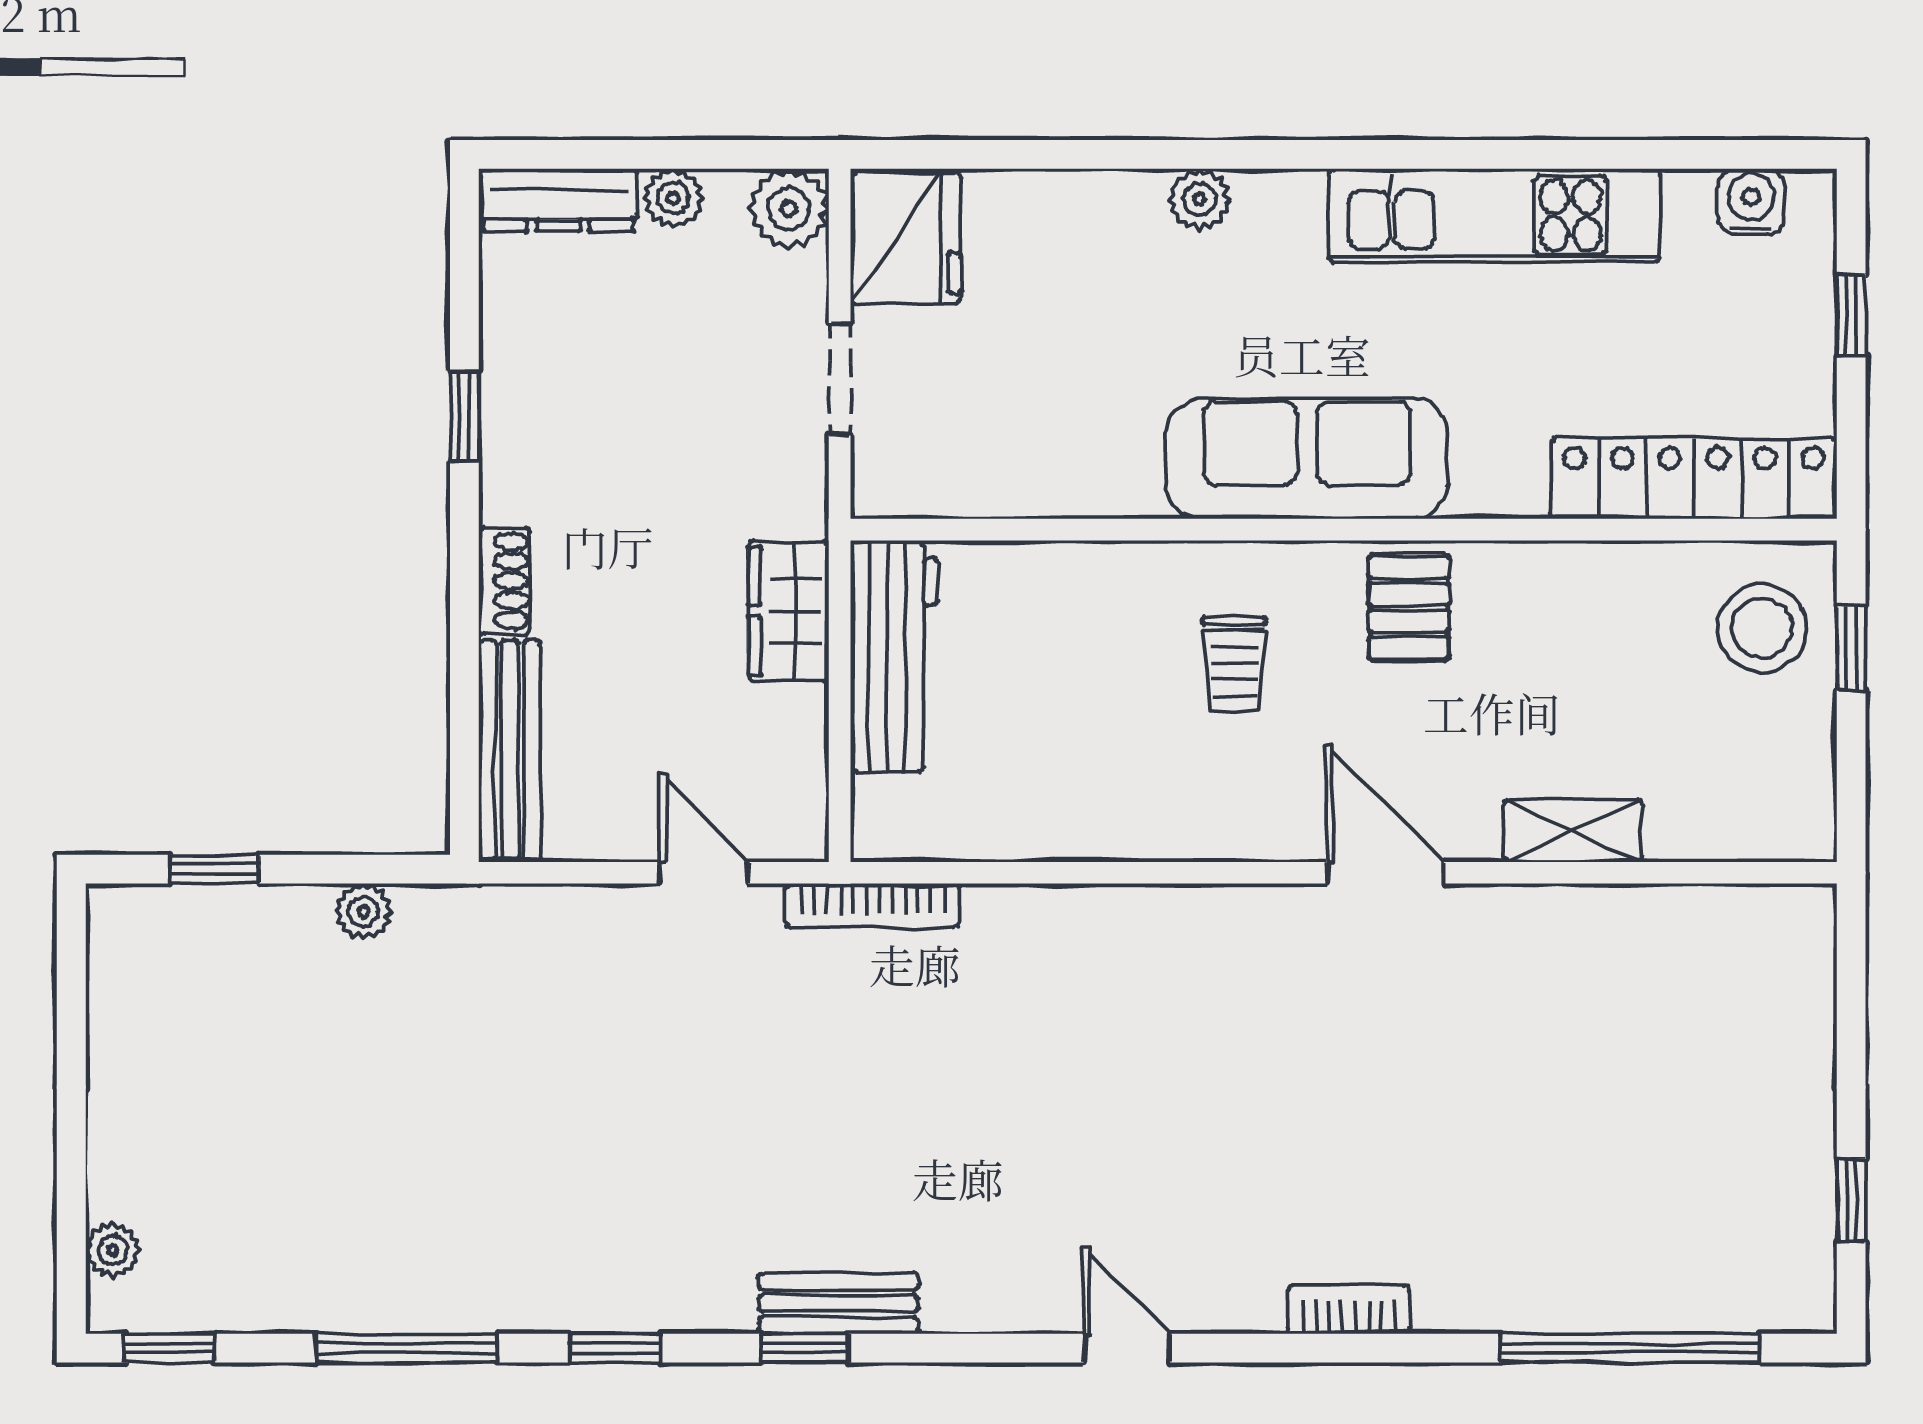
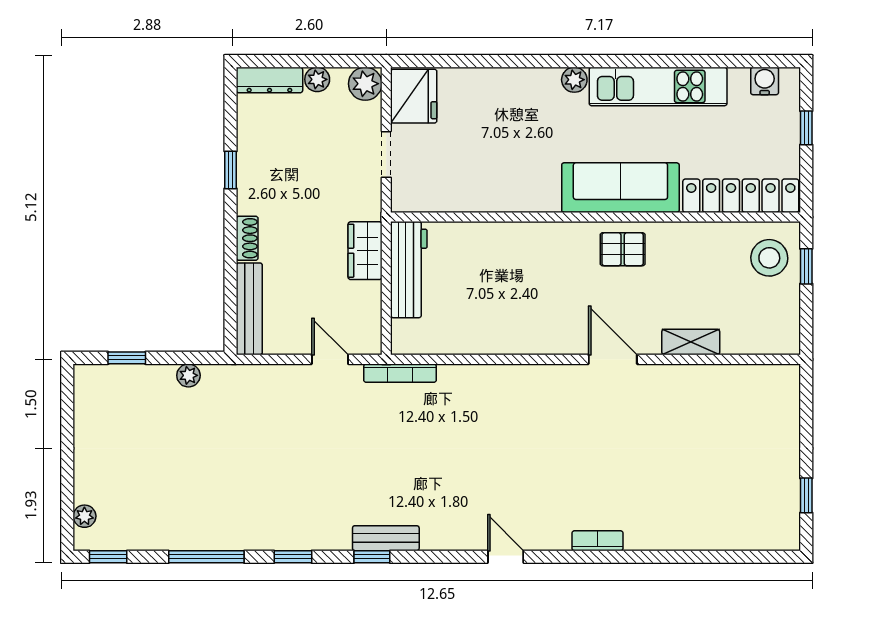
plant: (1200, 199) -> (574, 80), moved
sofa: (1307, 459) -> (620, 188), moved
pallet: (1409, 607) -> (623, 249), turned 90
trolley: (1234, 665) -> (550, 273), removed
window: (1630, 1348) -> (714, 557), removed

